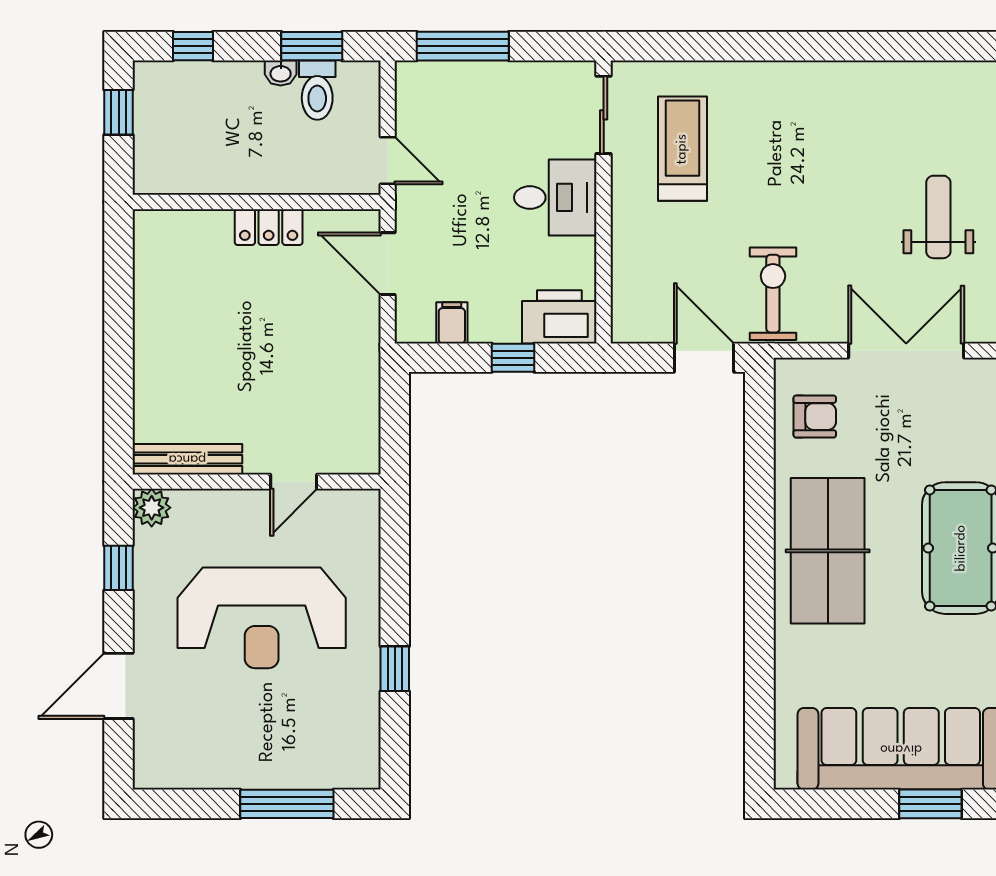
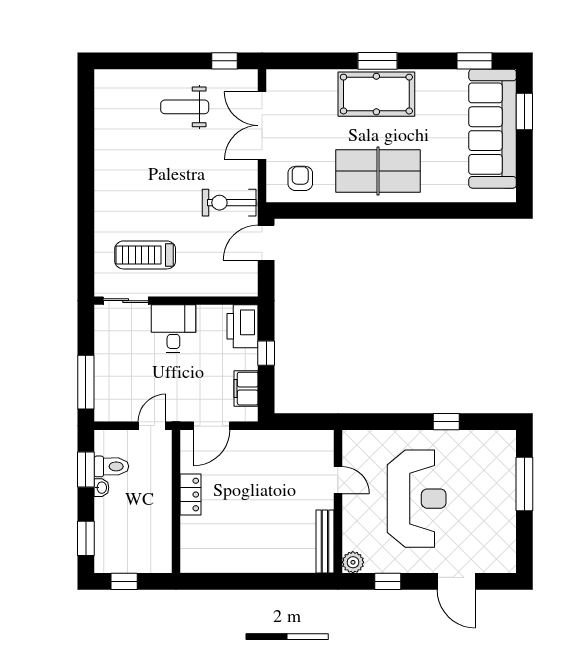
window: (193, 46) -> (86, 538), width x1.50
filing cabinet: (452, 323) -> (246, 389), width x2.00

